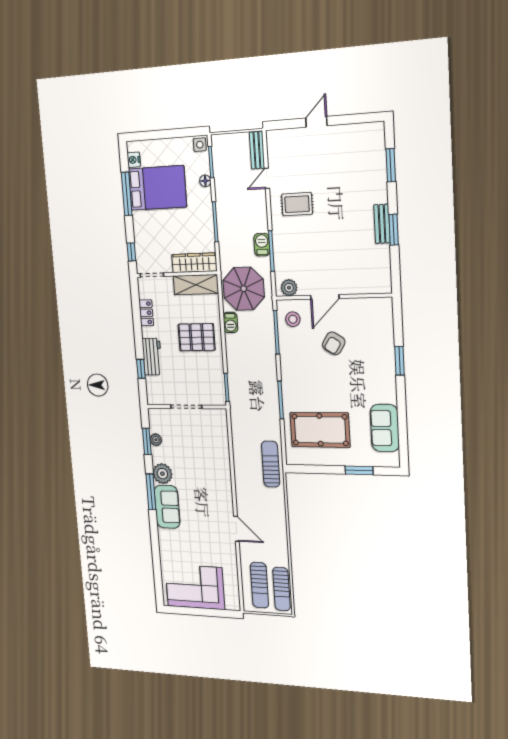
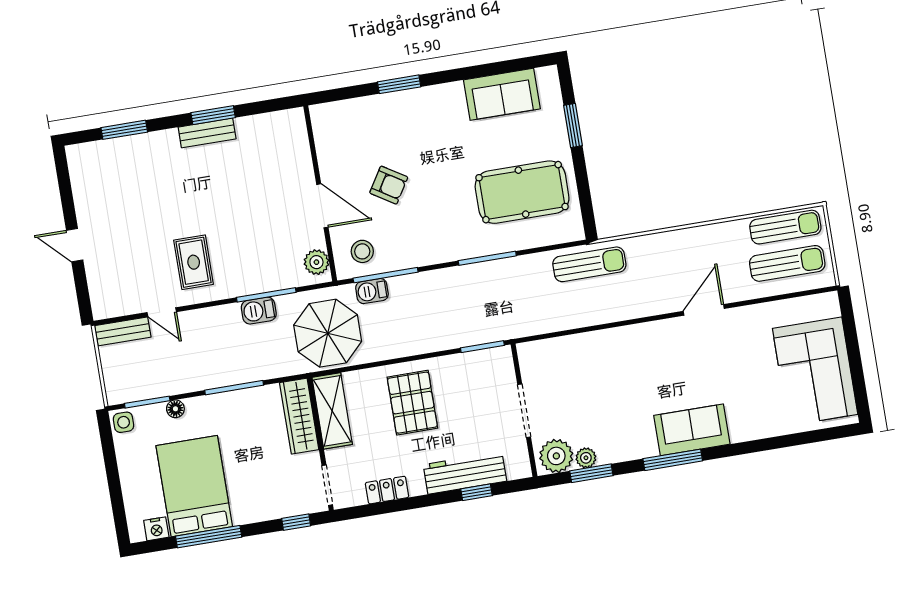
barbecue: (230, 322) -> (372, 291), moved, turned 180
workbench: (152, 357) -> (465, 473), width x1.37
pool table: (320, 430) -> (522, 192), turned 90
sun lounger: (271, 464) -> (589, 264), turned 180
plant: (162, 474) -> (556, 456), moved

